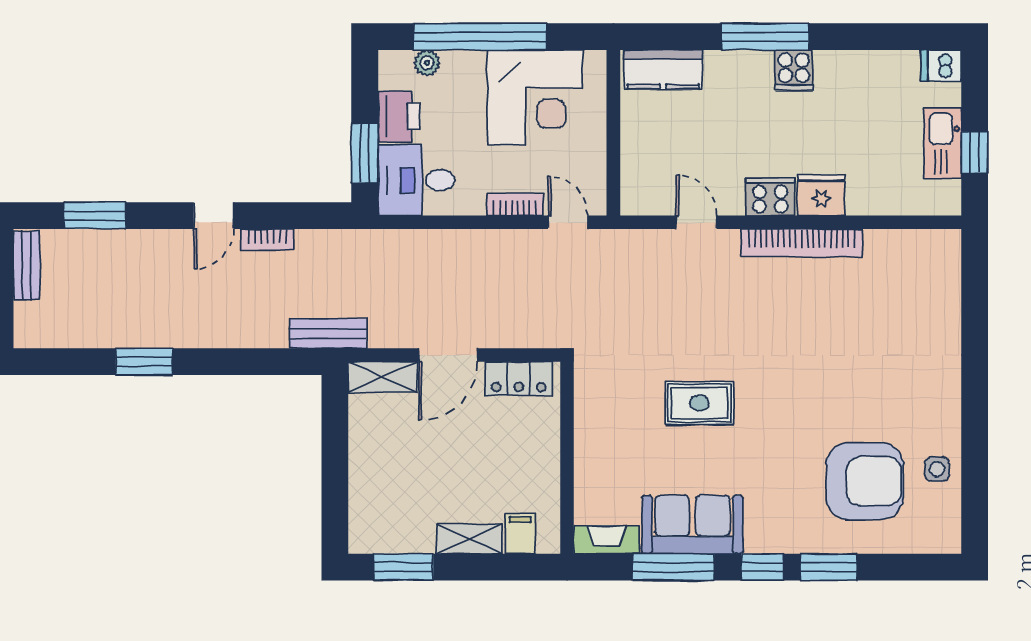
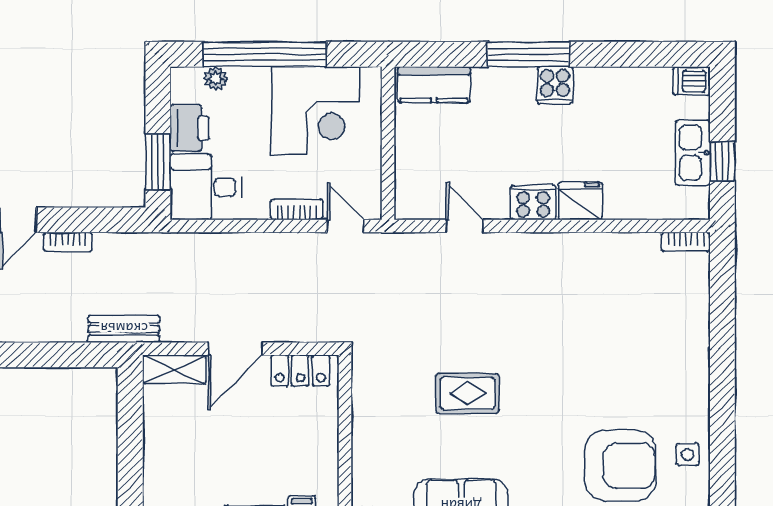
bookcase: (802, 243) -> (686, 242), moved, width x0.43, depth x0.76

